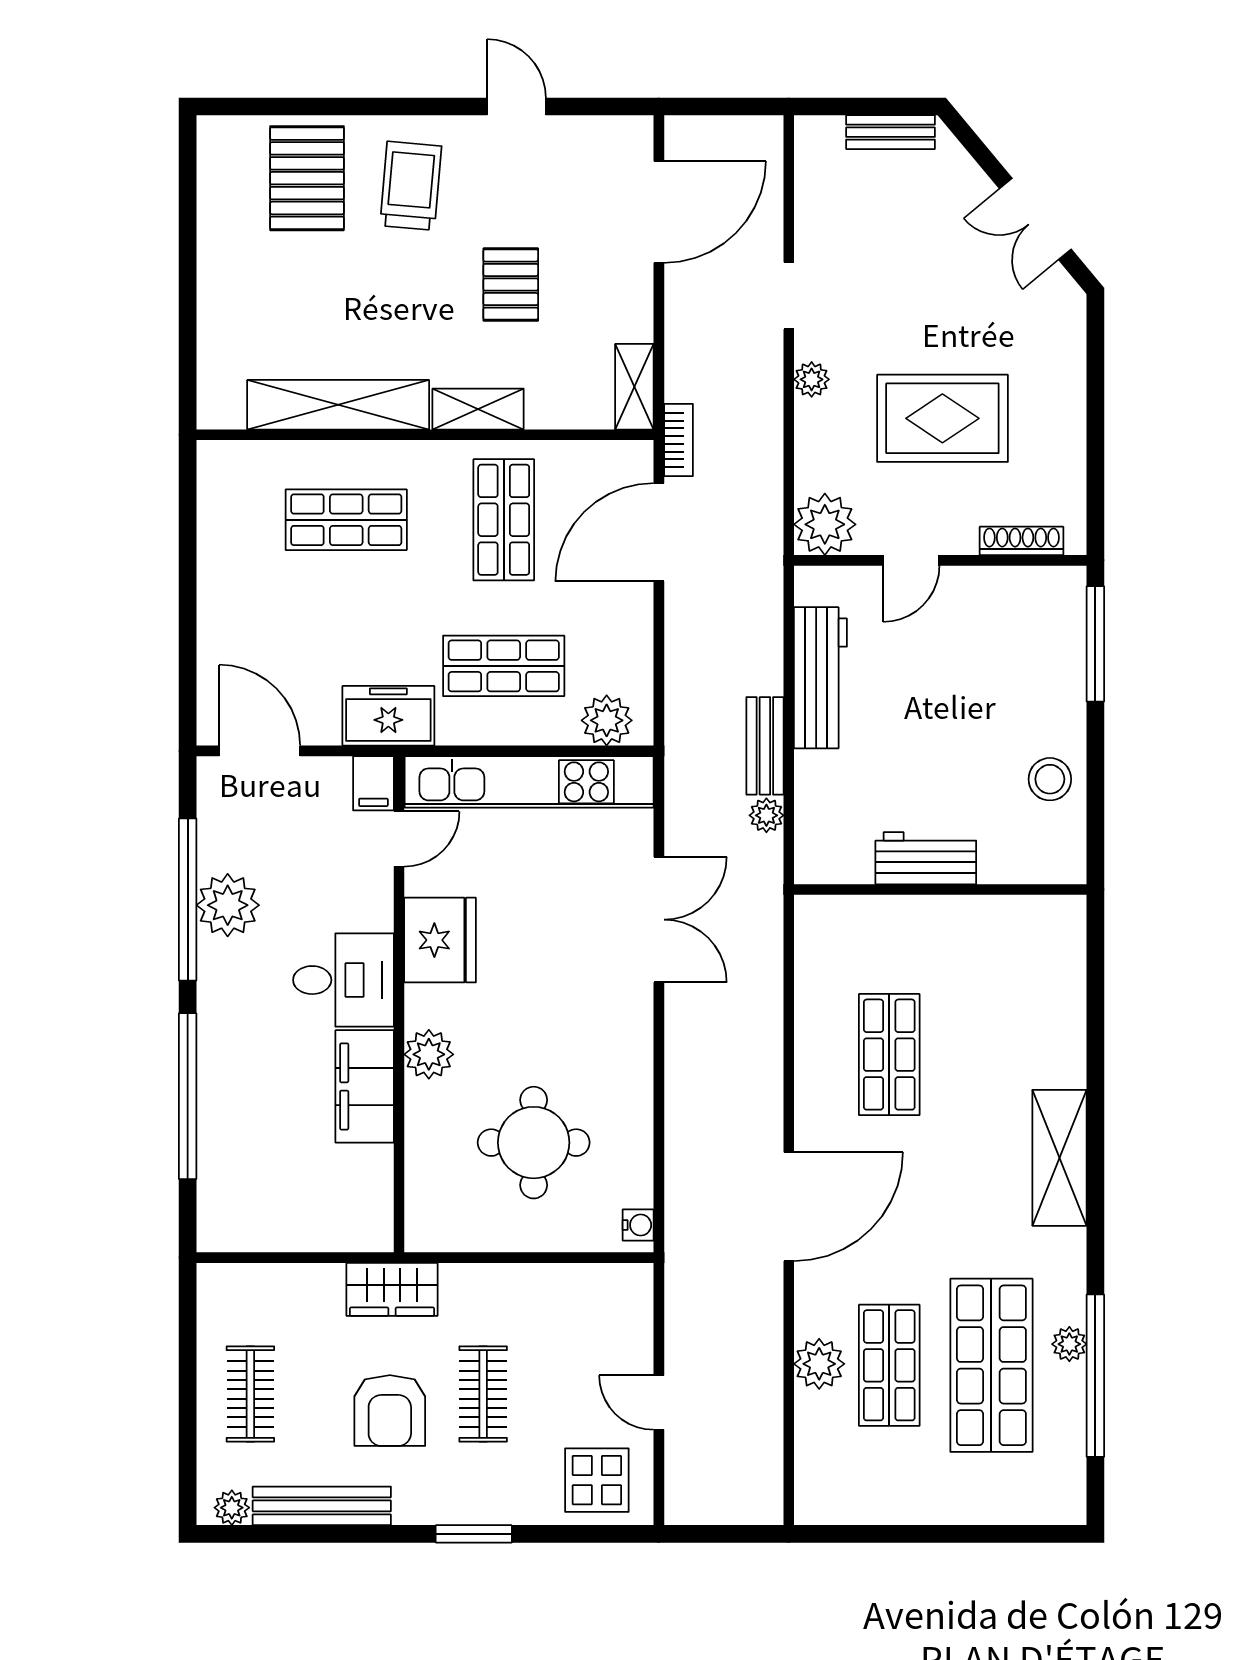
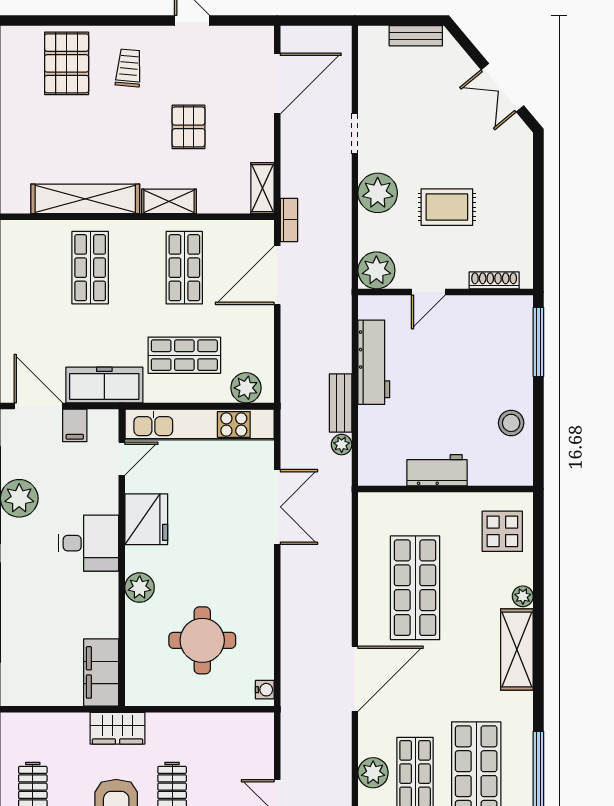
trolley: (411, 186) -> (129, 68), width x0.73, depth x0.72
plant: (812, 379) -> (378, 193), width x1.87, depth x1.87
rug: (942, 418) -> (447, 207), width x0.73, depth x0.70
shop shelf: (346, 520) -> (90, 268), turned 90
freezer: (388, 716) -> (104, 385), width x1.40
filing cabinet: (373, 783) -> (75, 425), moved
display table: (1035, 960) -> (502, 531), added
shop shelf: (889, 1055) -> (415, 588), width x1.43, depth x1.36
filing cabinet: (365, 1086) -> (101, 672), moved
plant: (1069, 1344) -> (523, 596), moved

